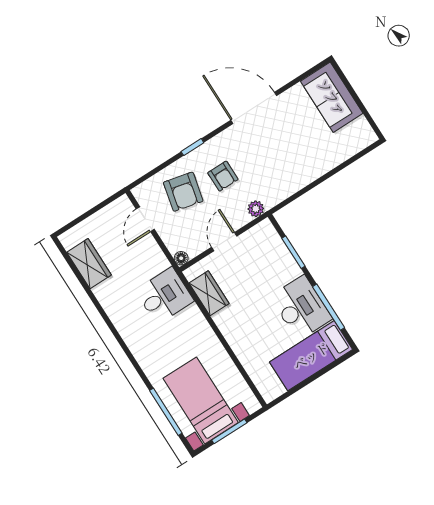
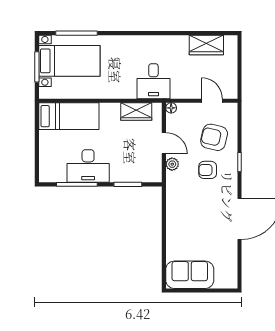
sofa: (332, 97) -> (190, 275), moved
plant: (256, 209) -> (172, 164), moved
bed: (311, 356) -> (69, 116), moved, turned 90

